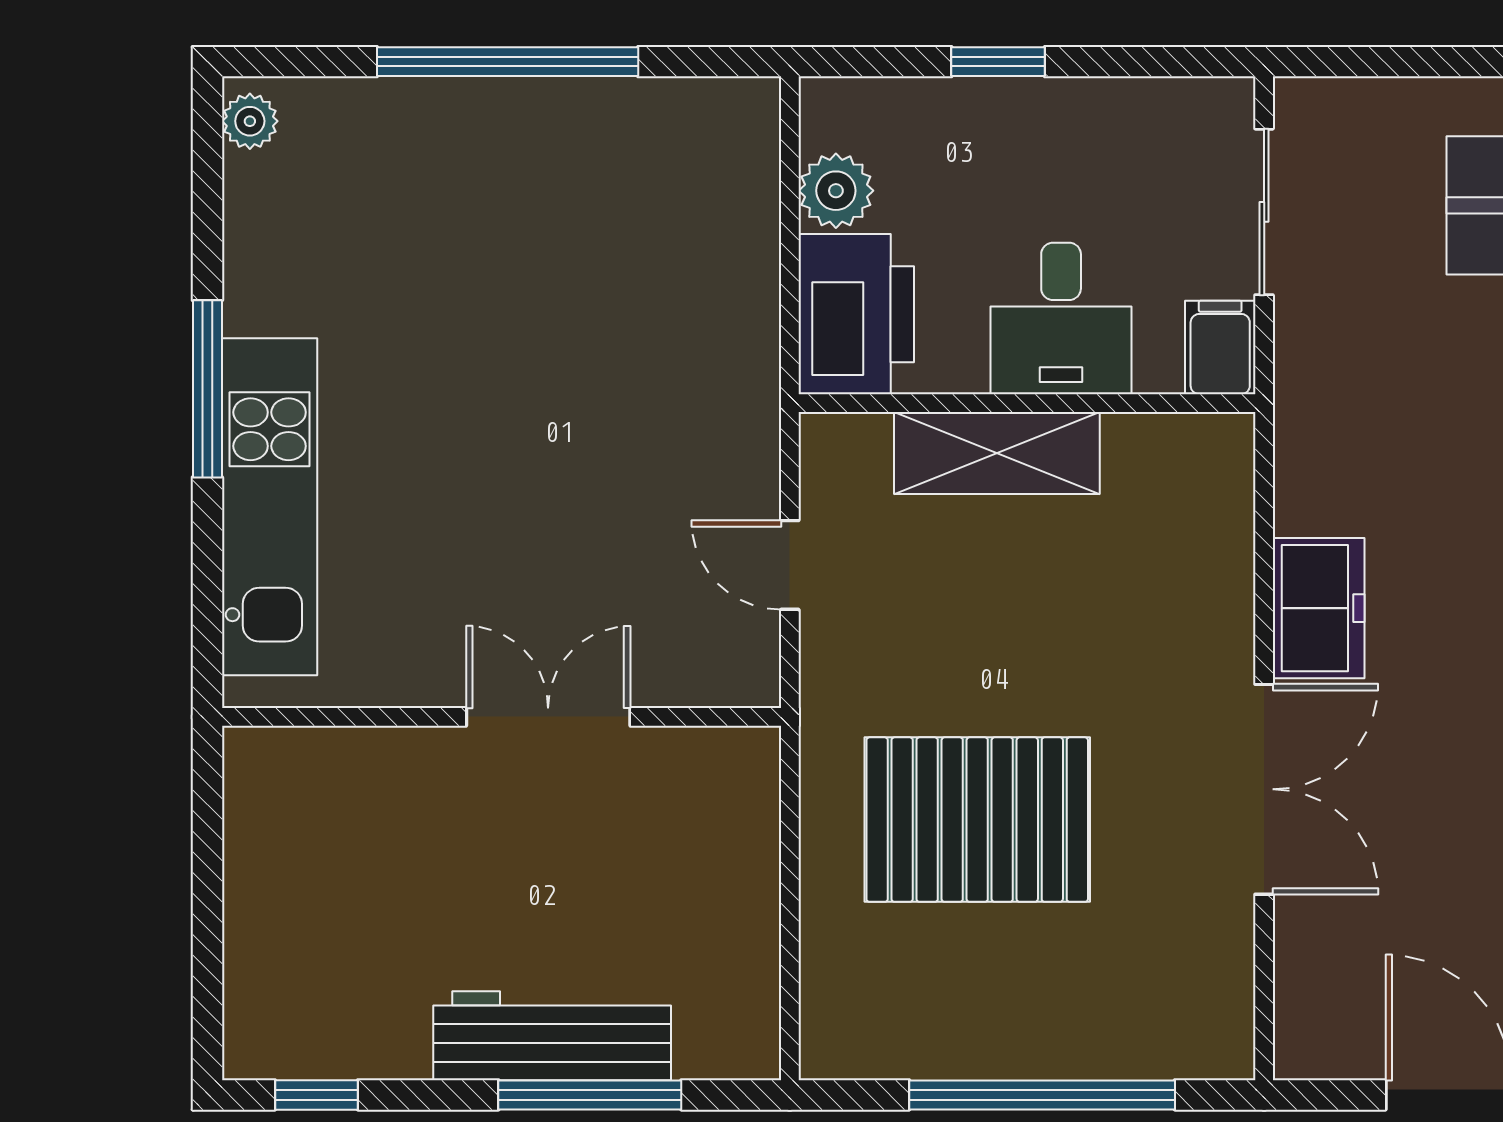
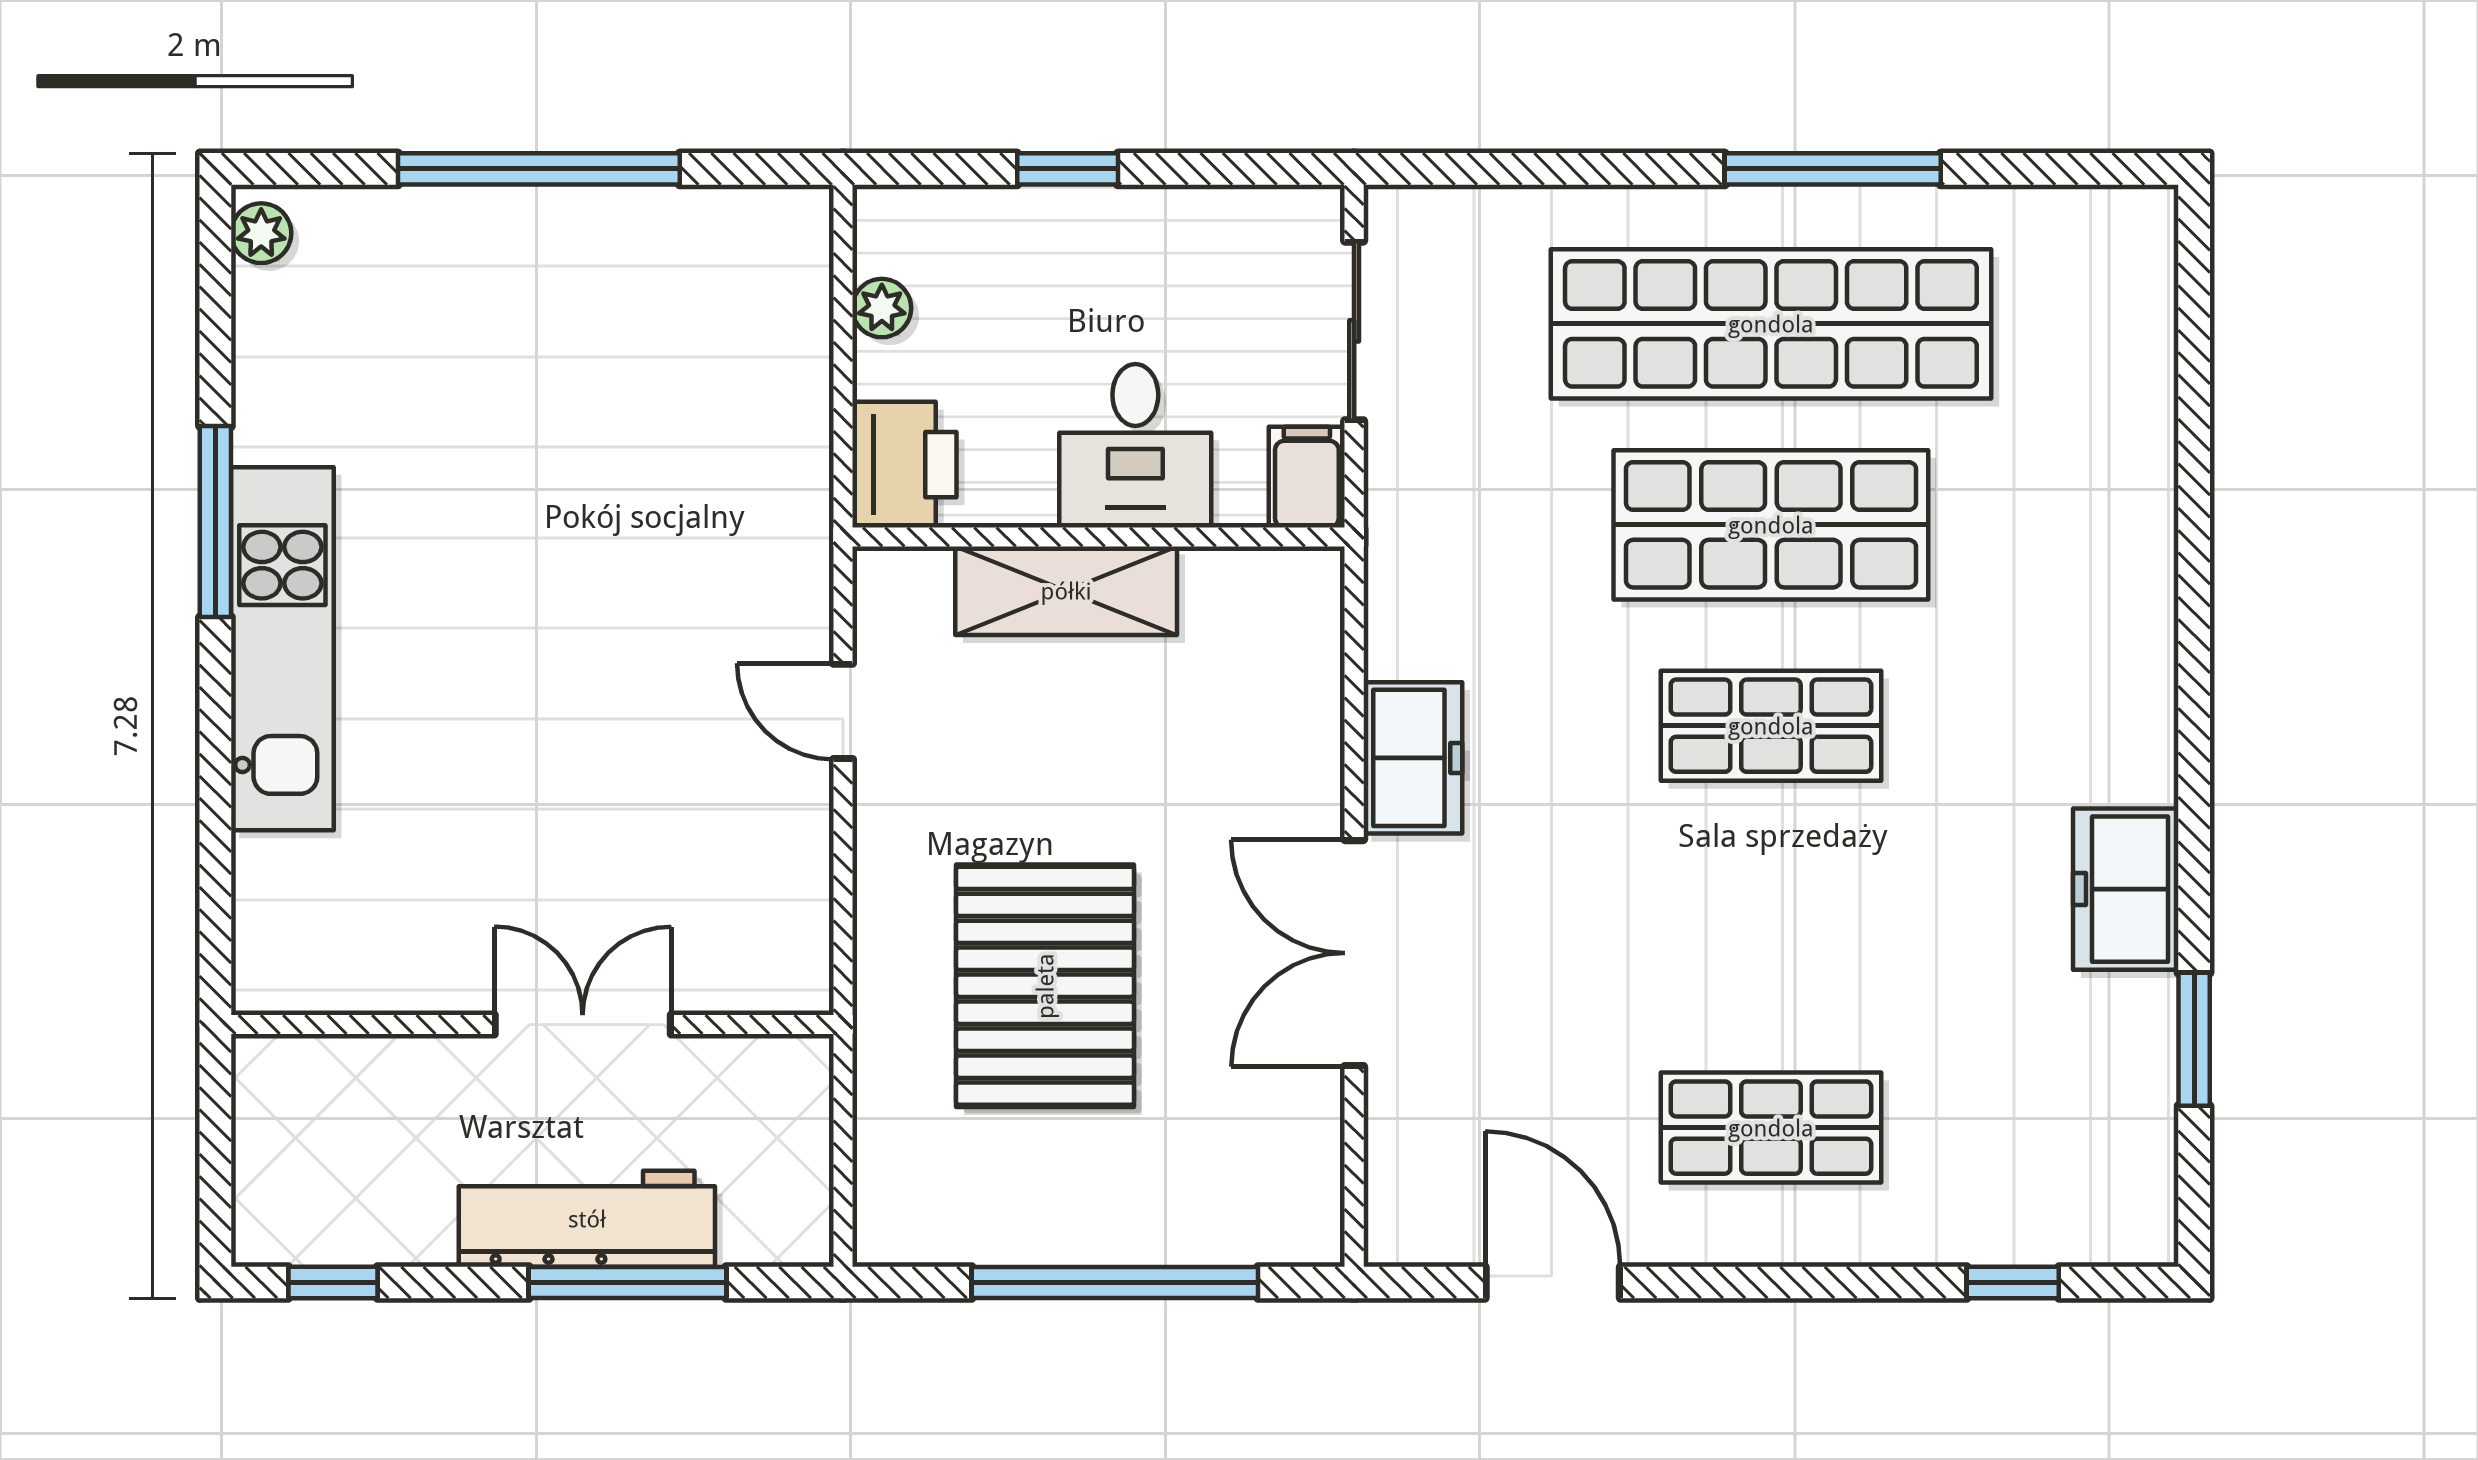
plant: (836, 191) -> (882, 308), width x0.73, depth x0.73
printer: (856, 314) -> (904, 465), width x0.73, depth x0.84
wall: (502, 717) -> (532, 1025), moved
double door: (548, 717) -> (583, 1025), moved
double door: (1264, 789) -> (1354, 953), swing flipped
pallet: (977, 820) -> (1045, 986), turned 90

